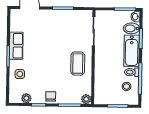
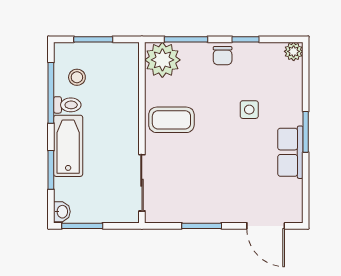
bidet: (131, 28) -> (69, 189), removed
coffee table: (78, 64) -> (171, 120), turned 90
side table: (20, 74) -> (249, 110), moved
plant: (26, 98) -> (294, 51), moved
plant: (86, 99) -> (162, 60), width x1.88, depth x1.88

